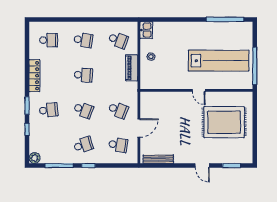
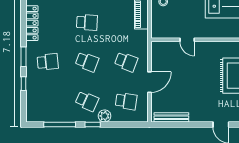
door: (199, 90) -> (187, 40), moved
school desk: (83, 145) -> (87, 101), turned 42
plant: (35, 158) -> (105, 116), moved

